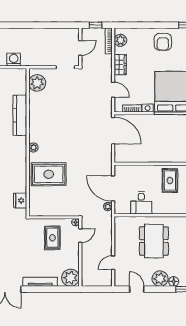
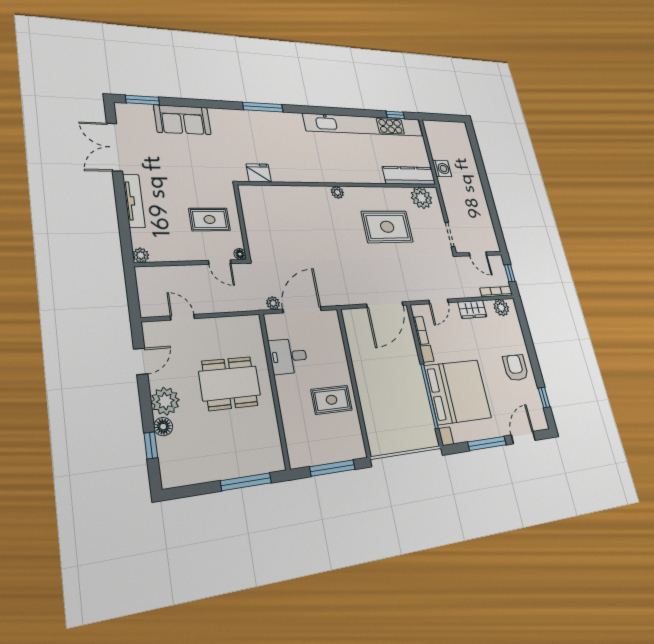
armchair: (163, 42) -> (516, 368), turned 90
kitchen counter: (20, 115) -> (409, 175), moved
rug: (49, 174) -> (387, 227), moved, turned 90
plant: (70, 278) -> (141, 255), width x0.53, depth x0.53

